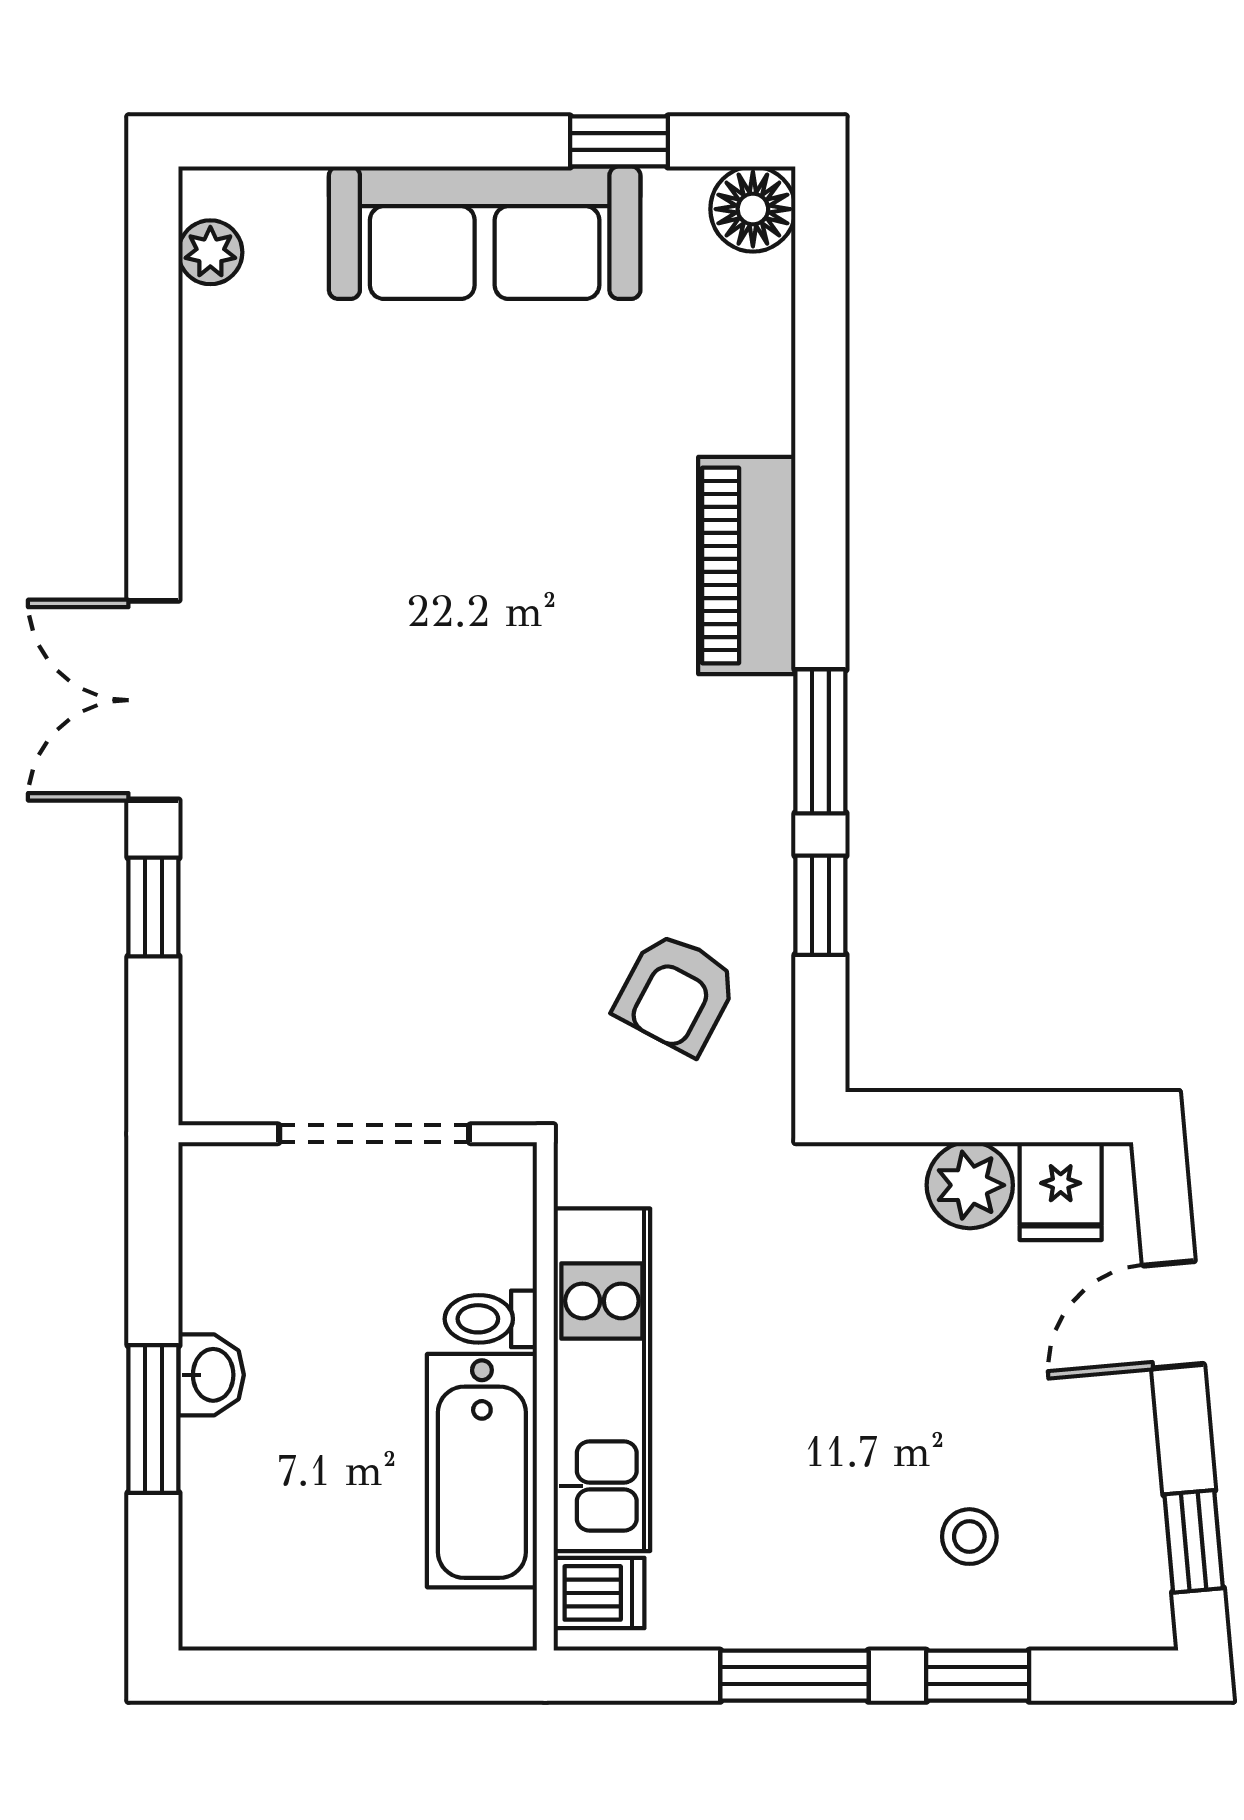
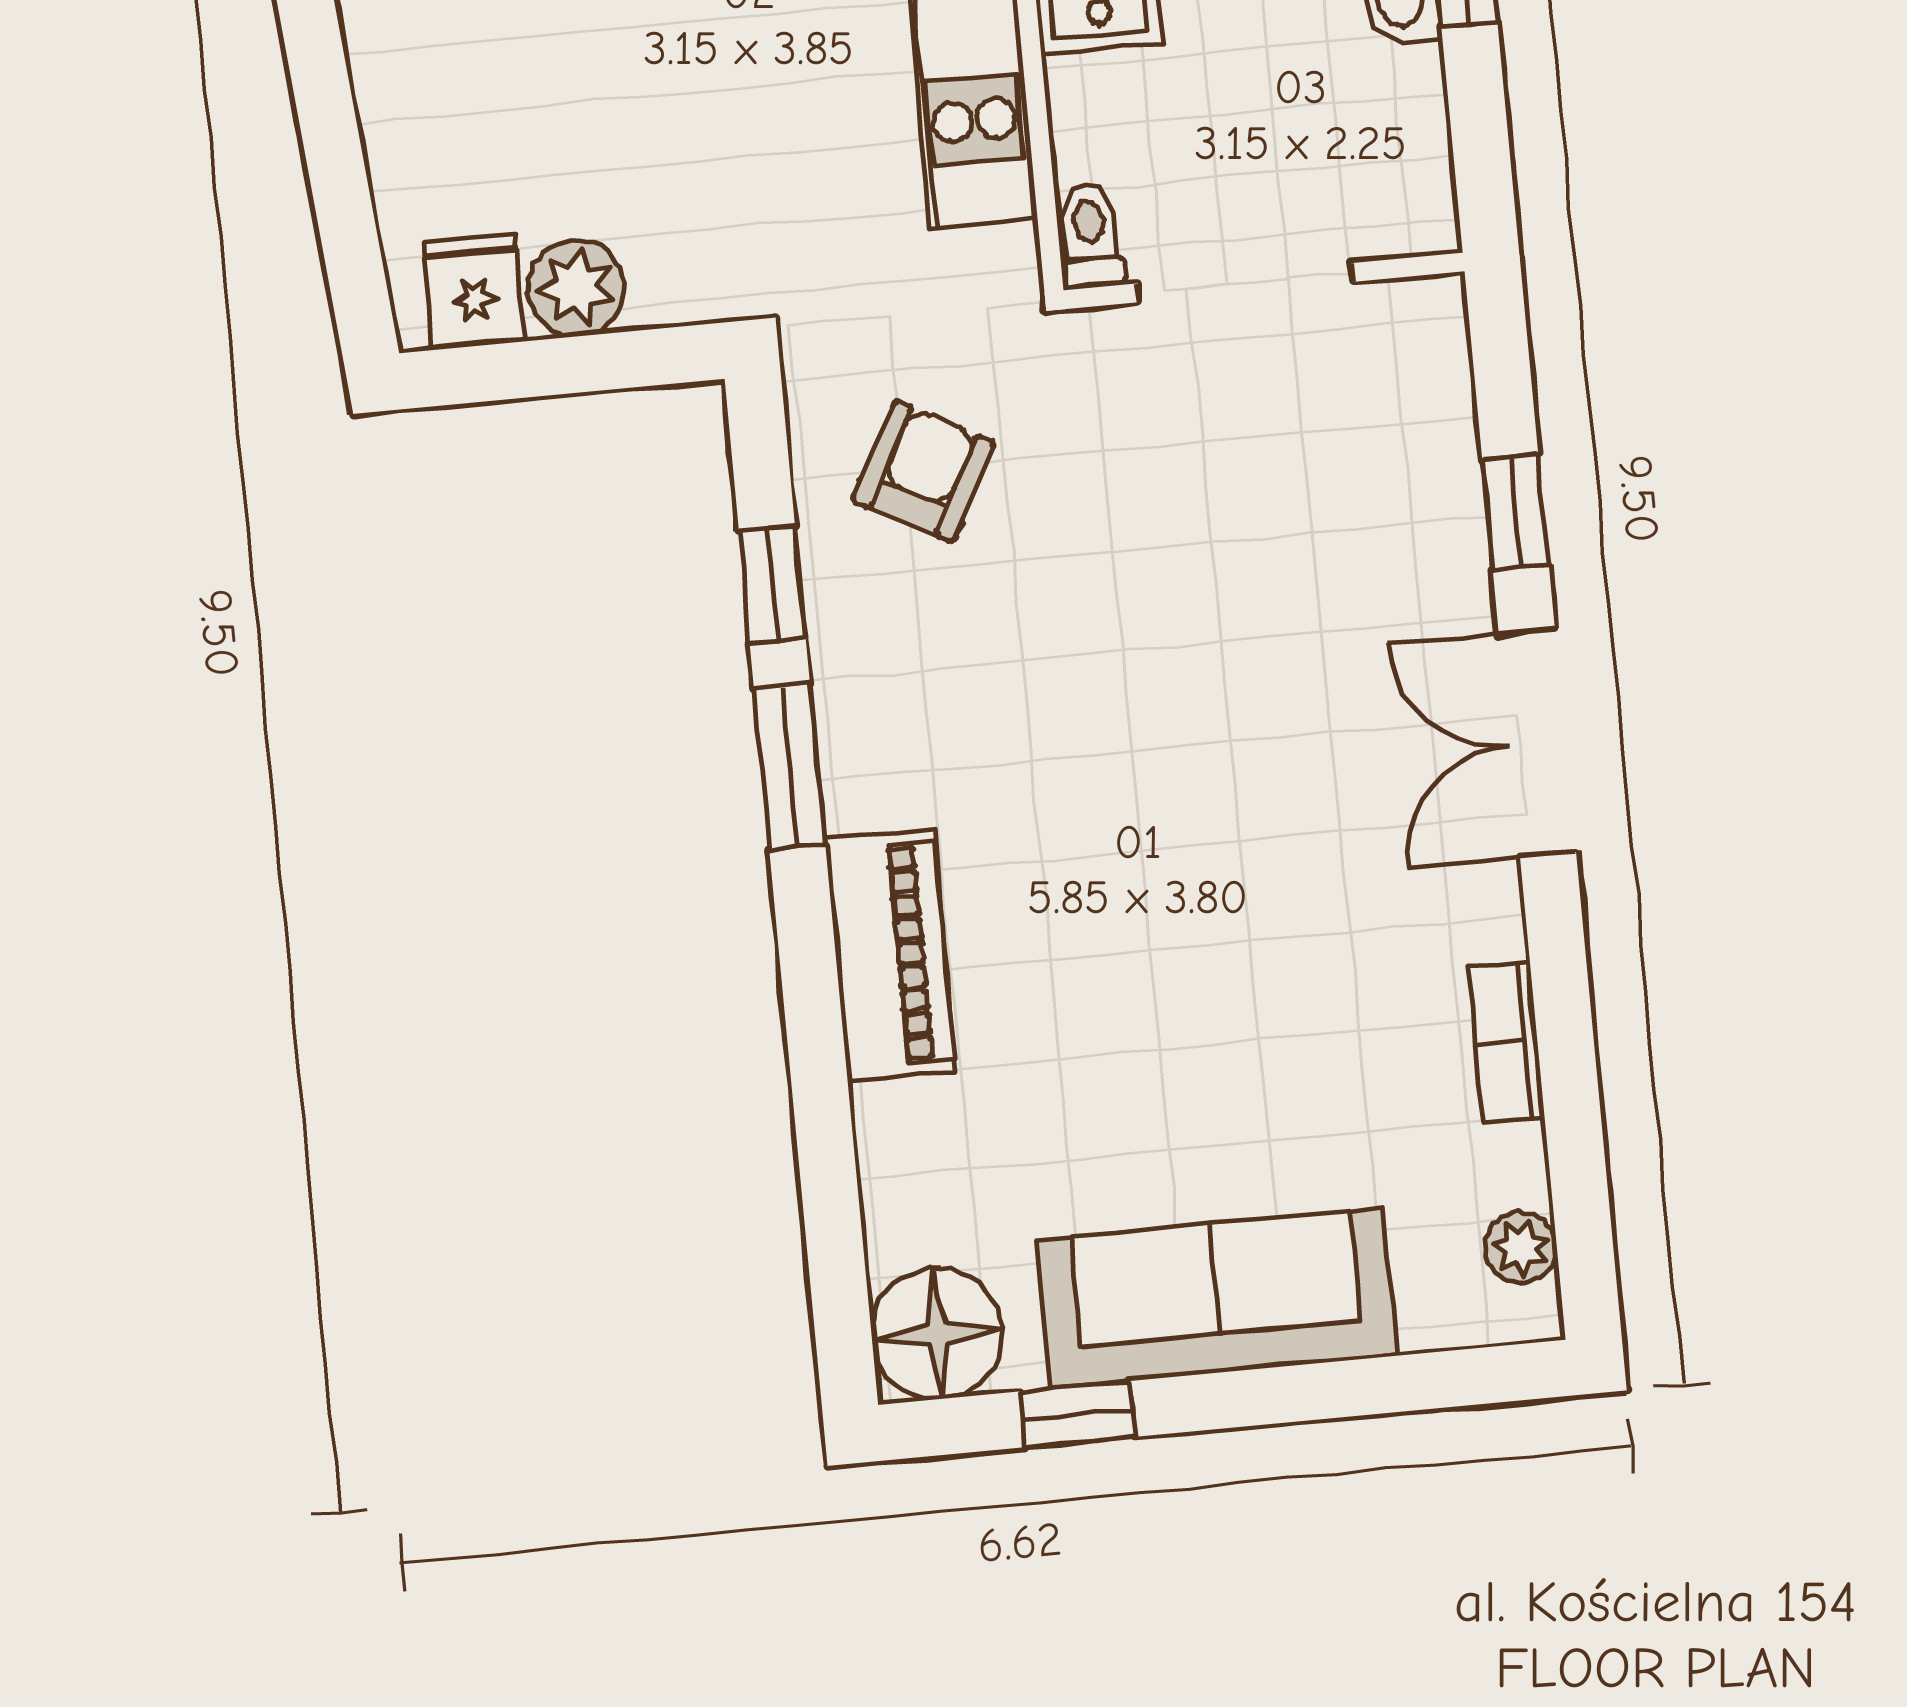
floor lamp: (753, 209) -> (937, 1333), width x1.38, depth x1.38
bookcase: (206, 436) -> (1506, 1042), added
double door: (153, 700) -> (1537, 743), swing flipped
door: (1173, 1315) -> (336, 165), removed
toilet: (491, 1319) -> (1090, 236), moved, turned -90

